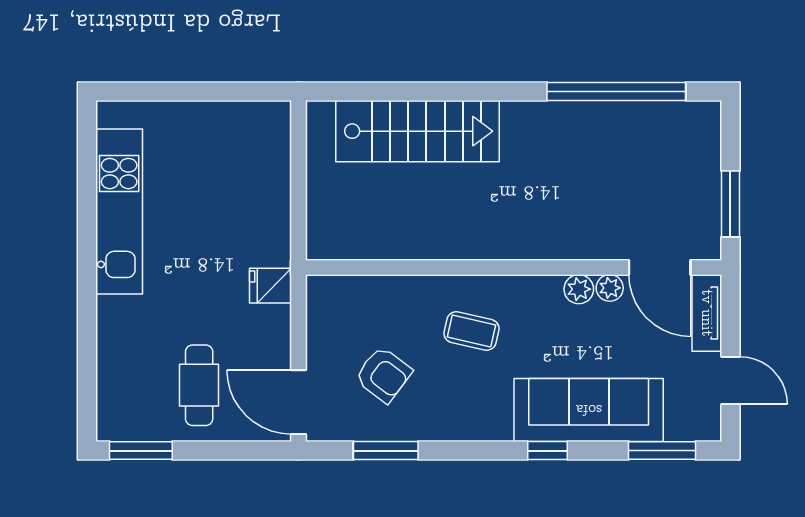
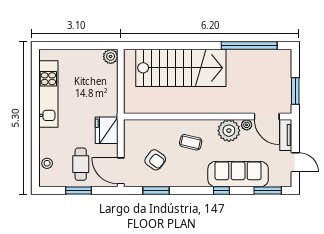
plant: (273, 119) -> (111, 56), added
stairs: (417, 131) -> (181, 68), width x1.36, depth x1.51
fridge: (270, 286) -> (107, 130), width x1.88, depth x1.34
plant: (579, 289) -> (229, 131), width x1.88, depth x1.88
stool: (116, 383) -> (47, 163), added
window: (141, 451) -> (78, 191), moved

